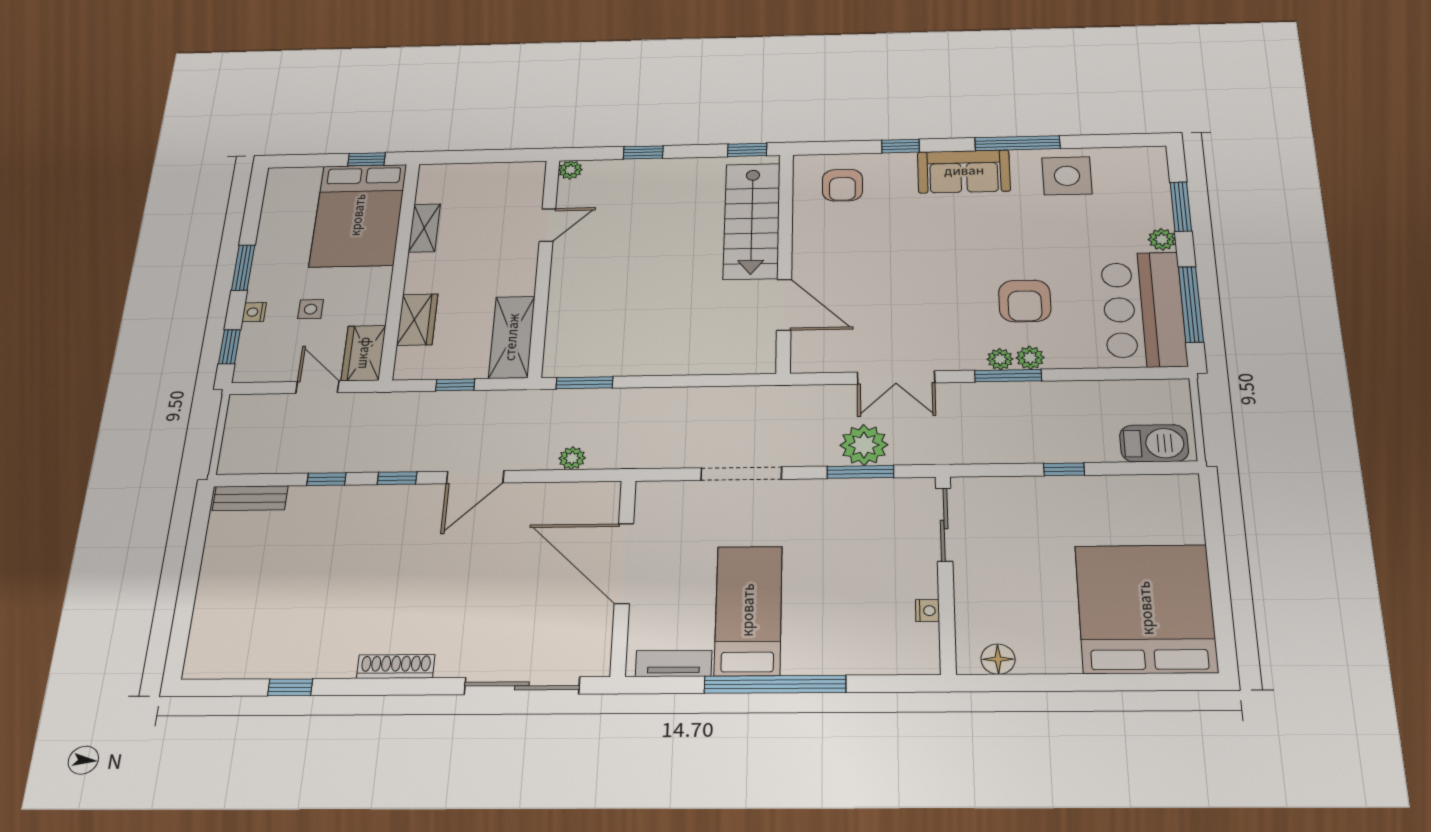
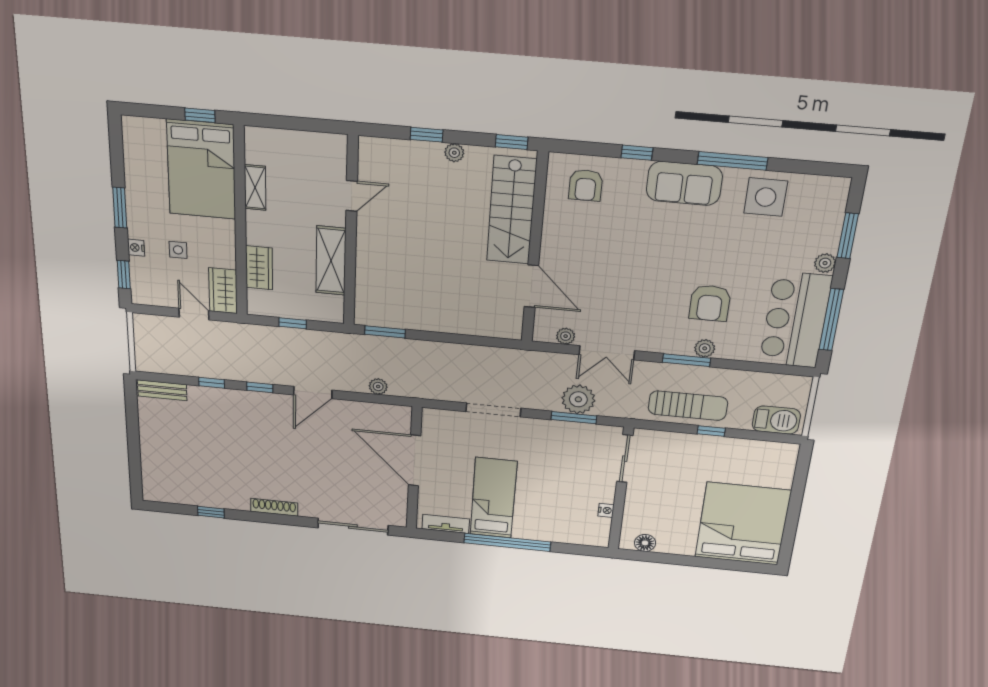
plant: (570, 170) -> (454, 153), moved
shelving: (512, 337) -> (331, 261), moved
plant: (1000, 359) -> (566, 336), moved
sun lounger: (1023, 437) -> (688, 406), added

